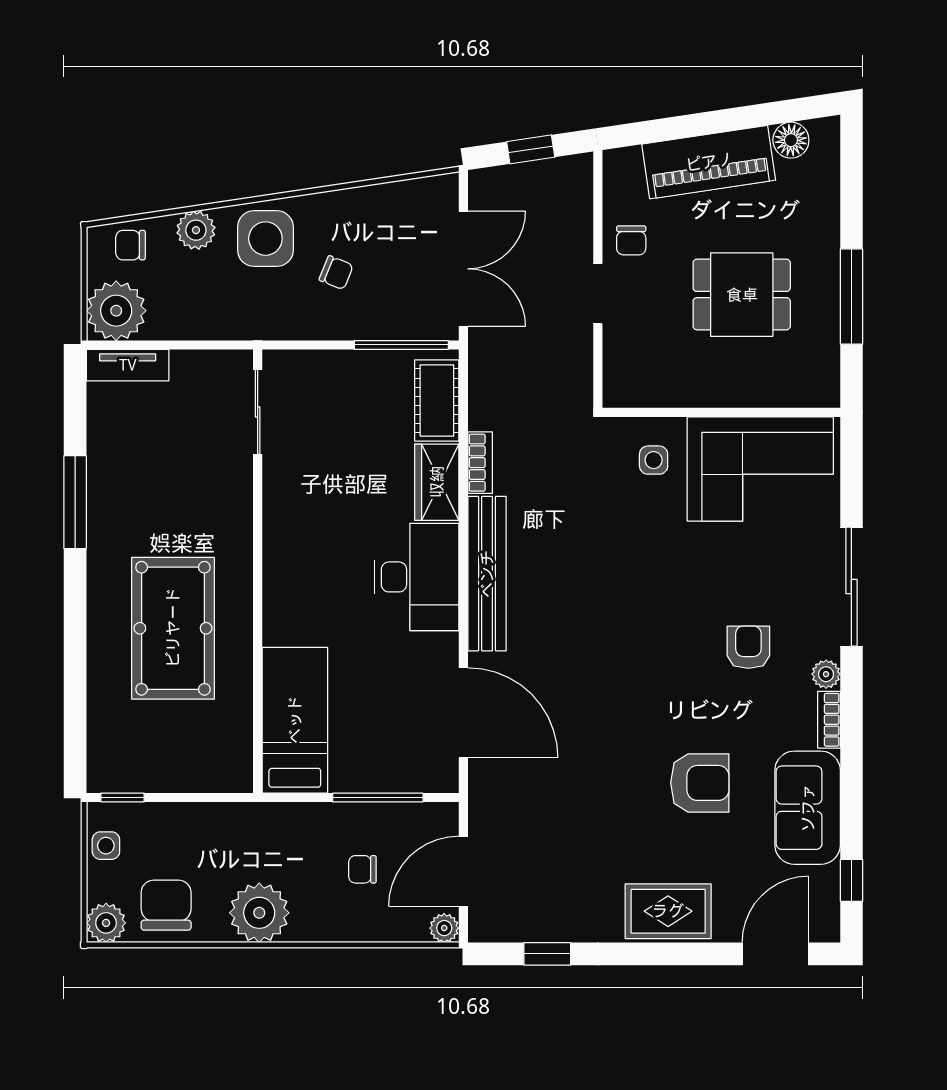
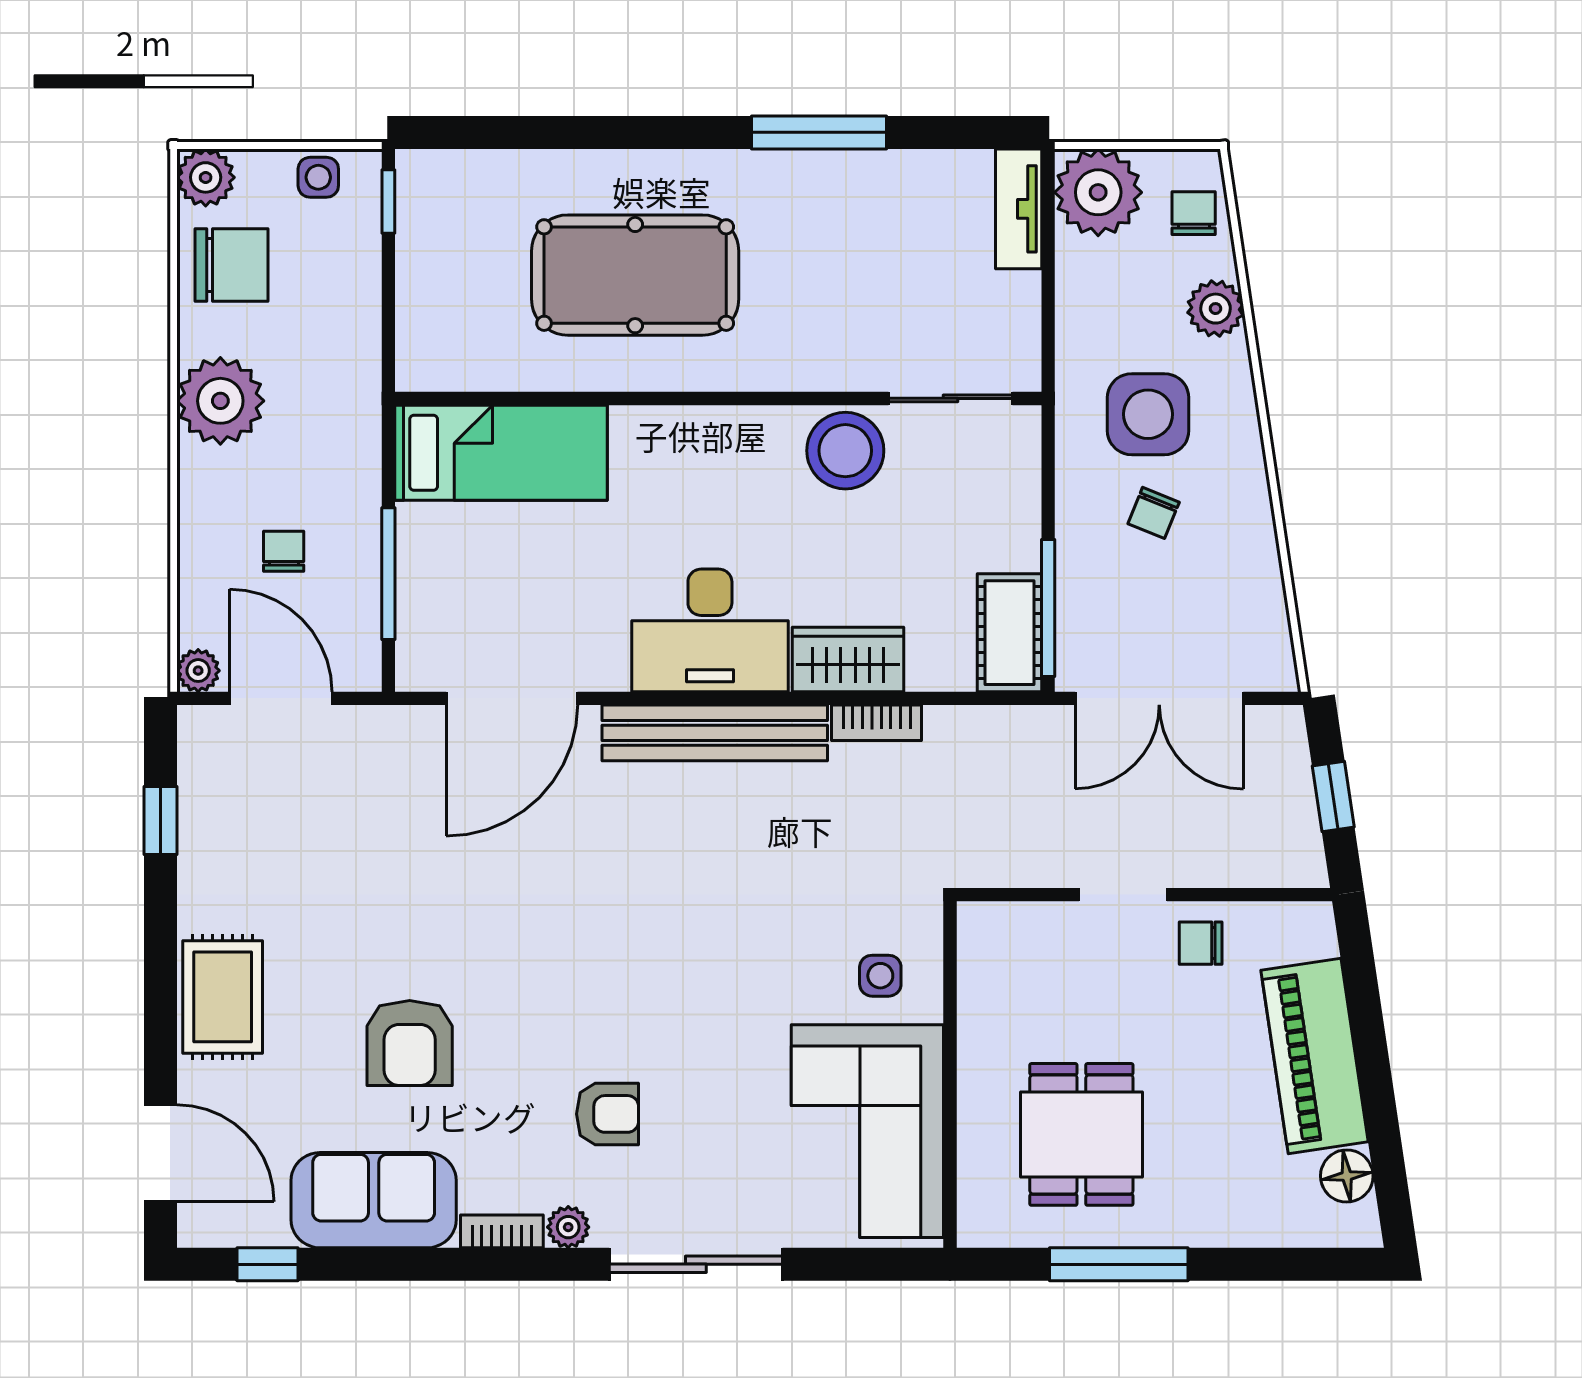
side table: (265, 239) -> (1148, 414), moved
dining table: (742, 295) -> (1081, 1134), moved
cot: (437, 401) -> (1009, 633), moved, turned 90
stool: (293, 484) -> (845, 451), added

